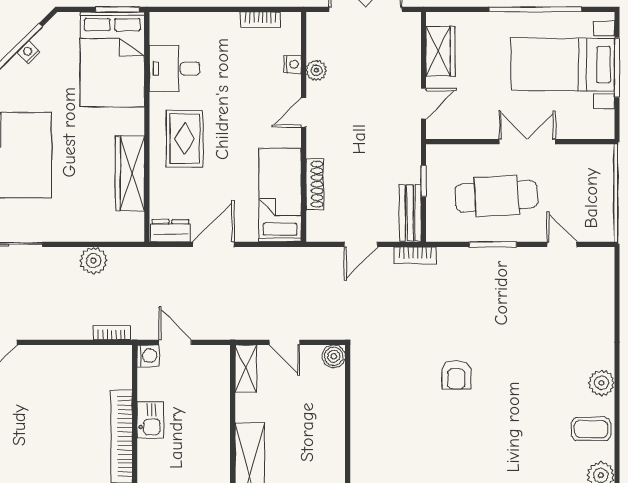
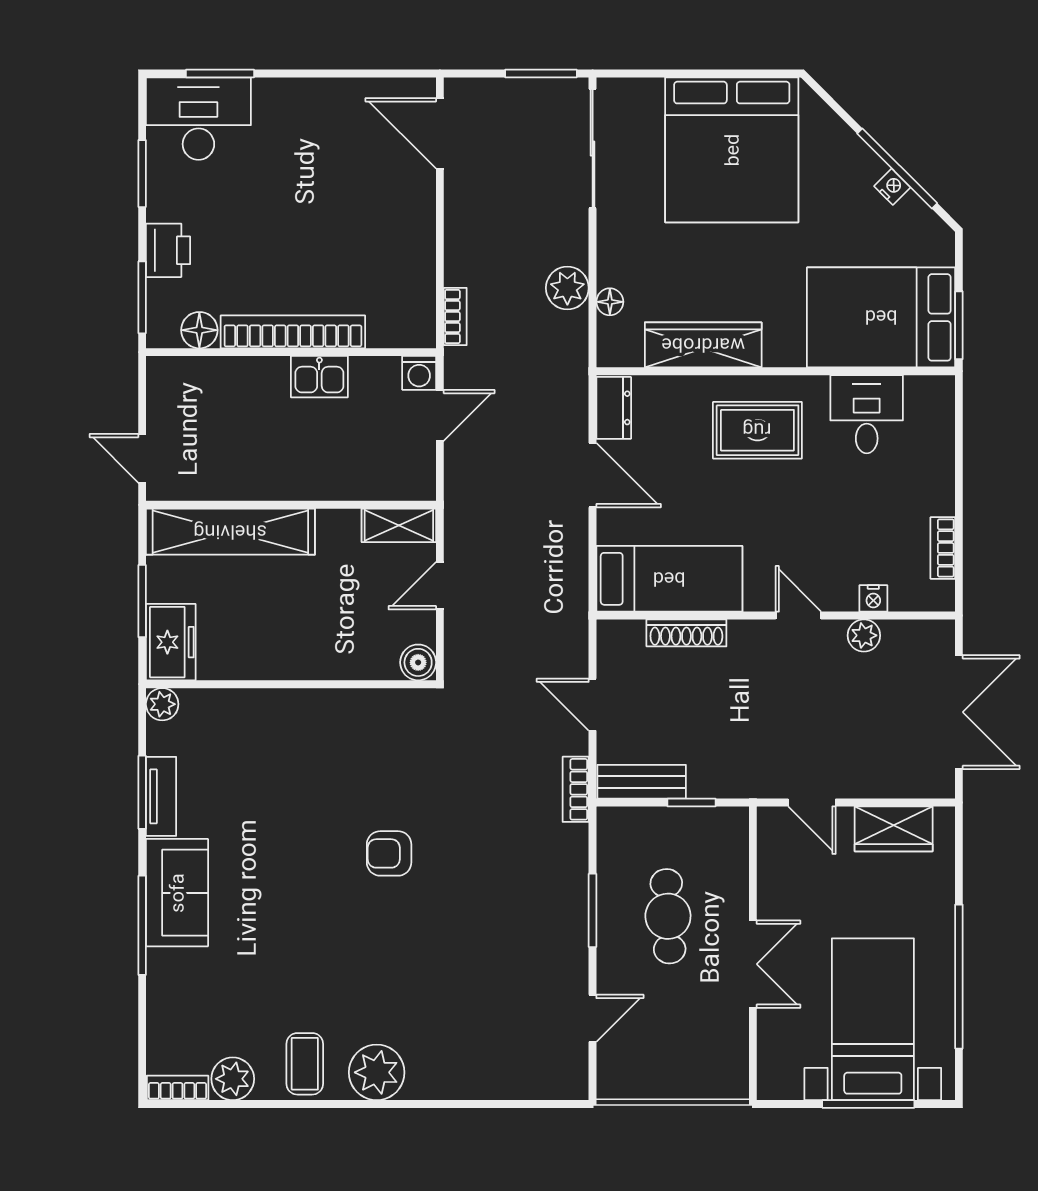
cafe table: (497, 196) -> (668, 916), width x0.73, depth x0.74
floor lamp: (102, 233) -> (610, 302), added
plant: (601, 383) -> (377, 1072), width x1.36, depth x1.36

